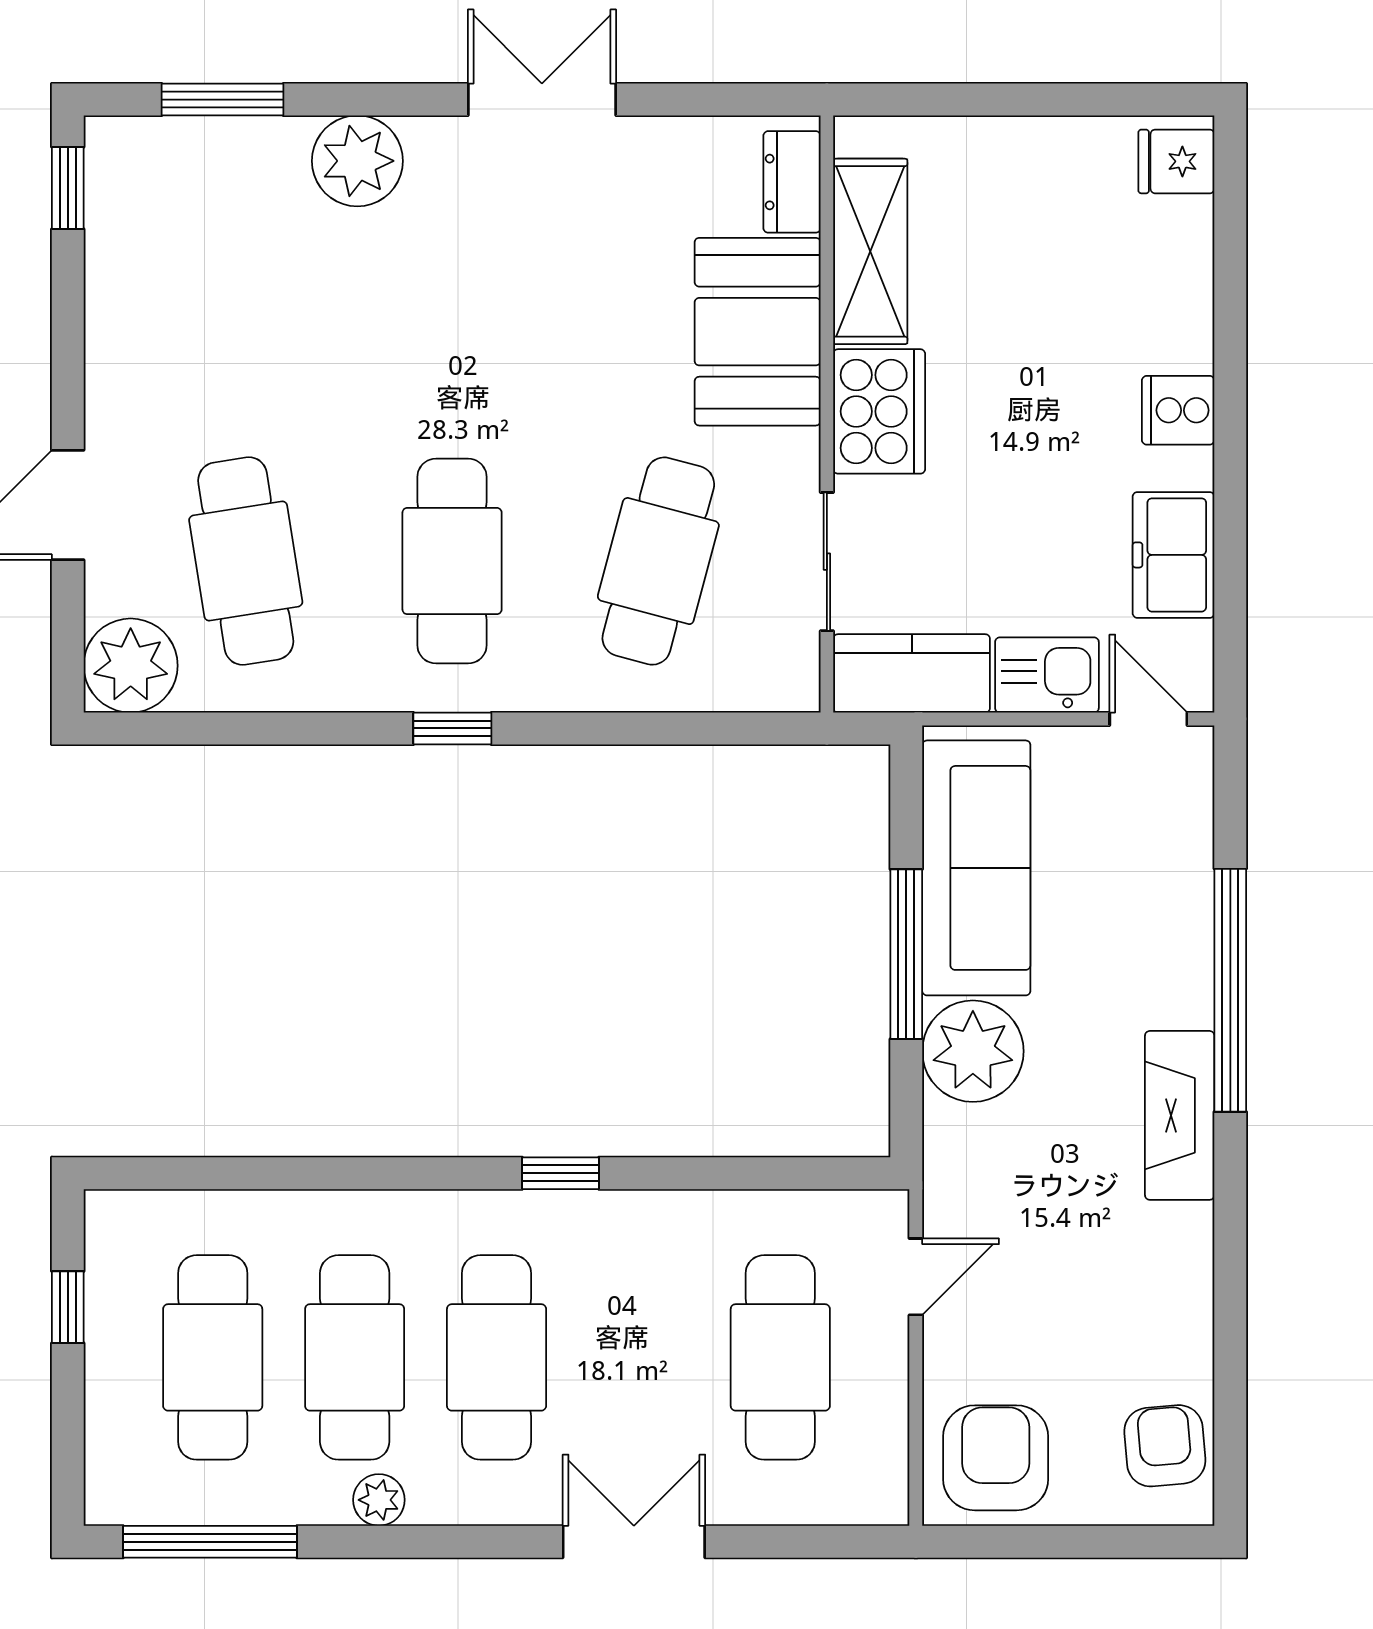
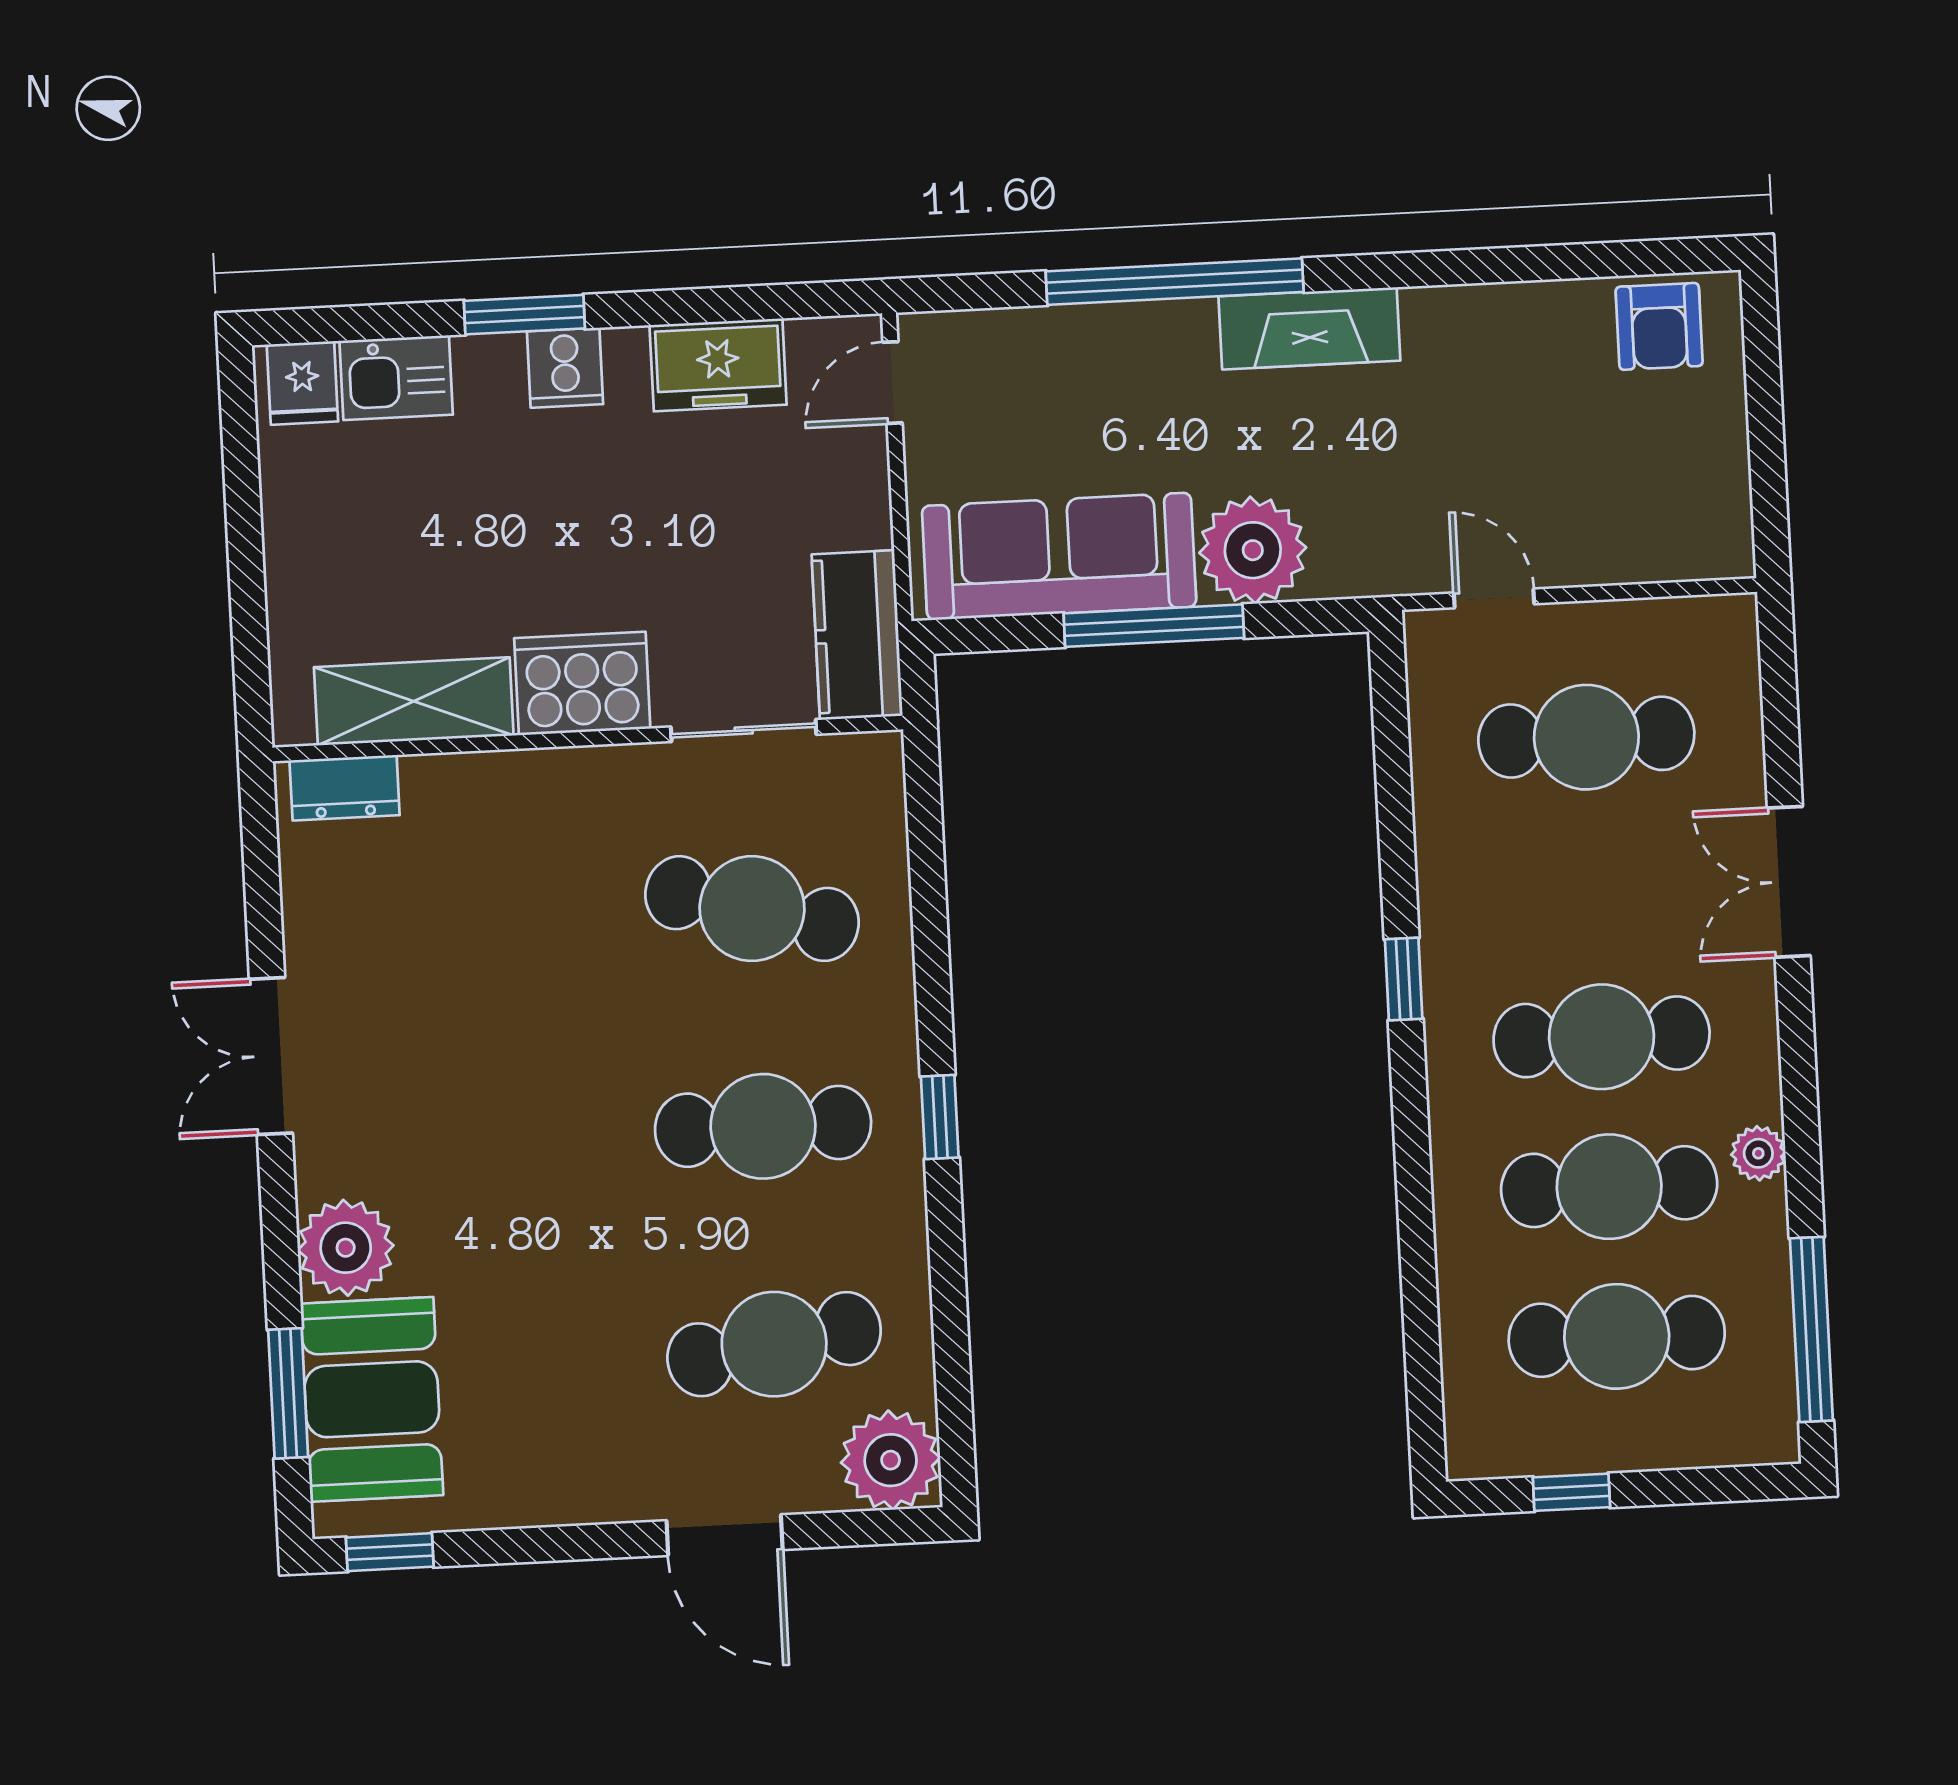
booth: (758, 332) -> (372, 1399), moved, turned 90
window: (1230, 374) -> (524, 315), added
kitchen sink: (1047, 675) -> (396, 378), moved, turned -90
armchair: (1165, 1446) -> (1659, 326), turned -85
armchair: (996, 1458) -> (1681, 504), removed

